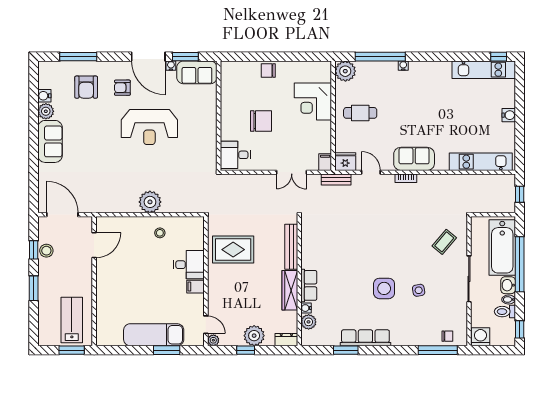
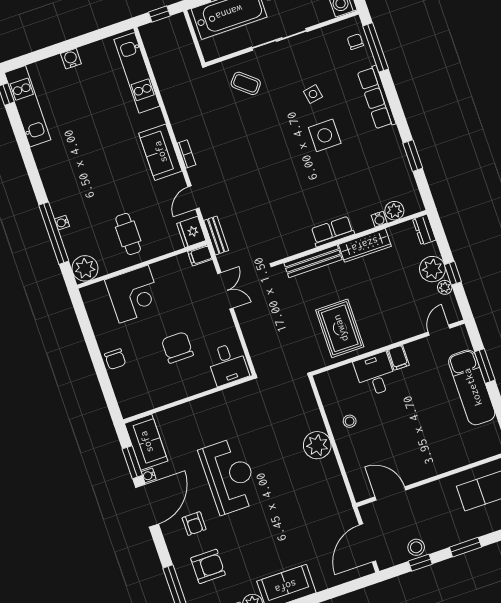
water cooler: (403, 66) -> (62, 223), moved
row of seats: (309, 285) -> (332, 232), moved
row of seats: (365, 338) -> (377, 98), moved
plant: (213, 340) -> (445, 287), moved

